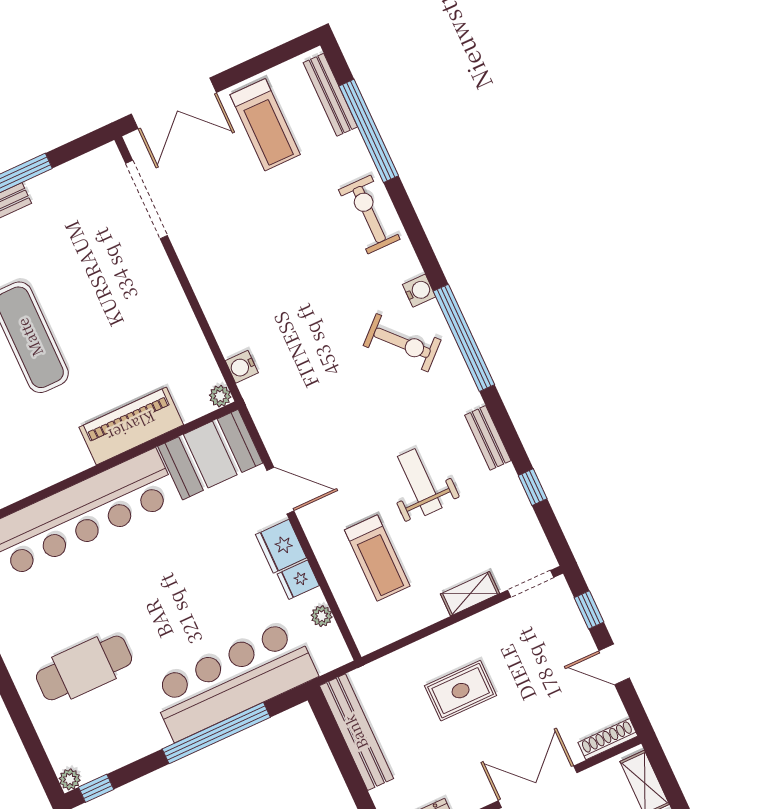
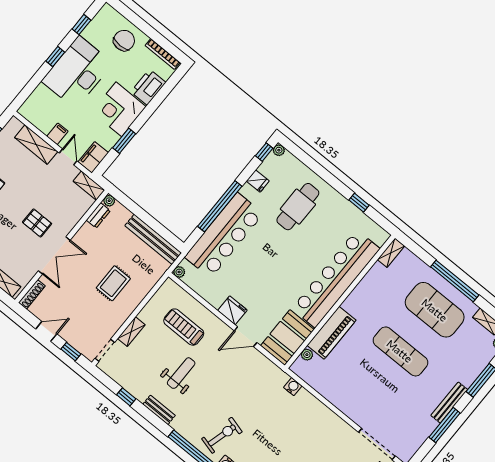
exercise bike: (402, 343) -> (222, 435), turned 148
plant: (220, 396) -> (307, 355), moved
weight bench: (420, 482) -> (181, 373), turned -90
fridge: (298, 580) -> (258, 181), moved, turned 90
plant: (322, 616) -> (179, 272), moved

